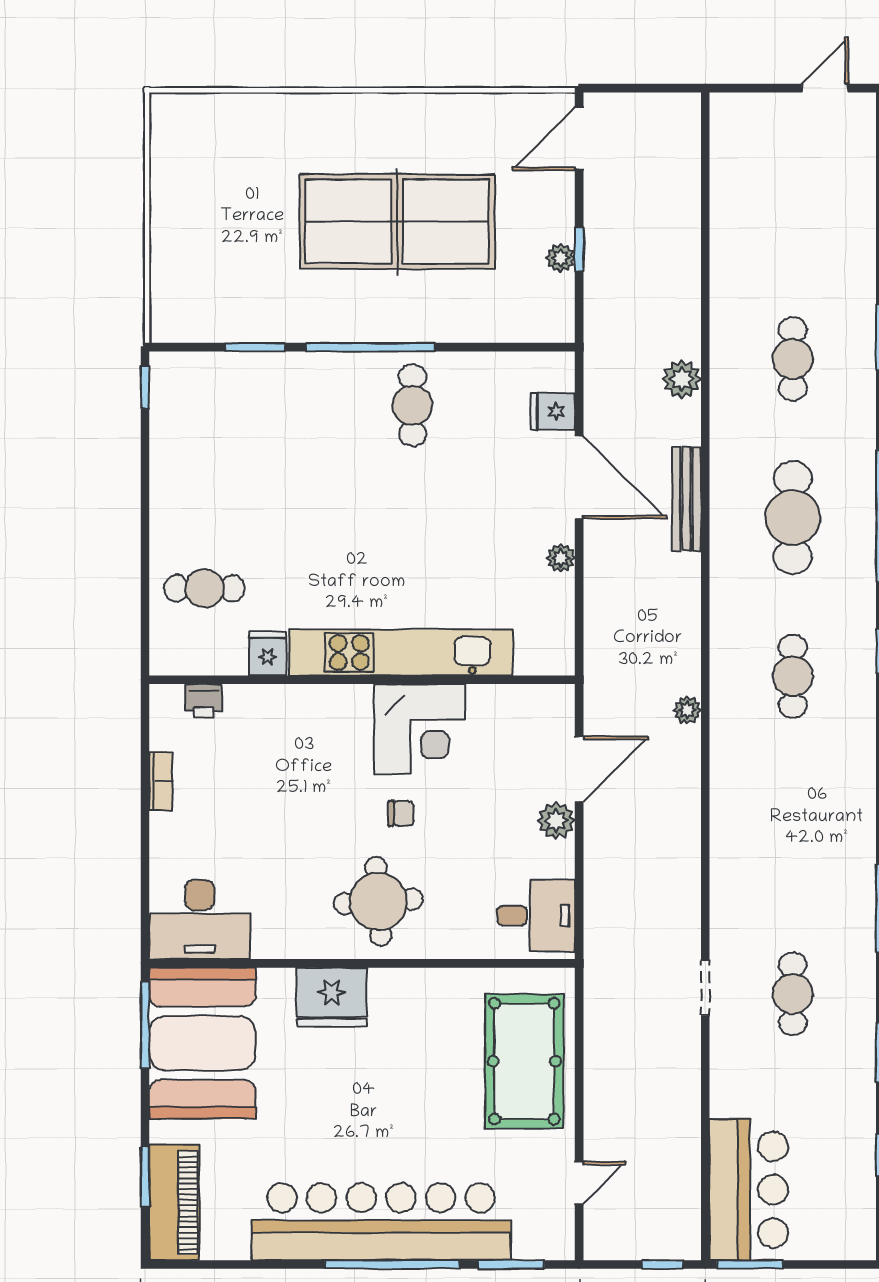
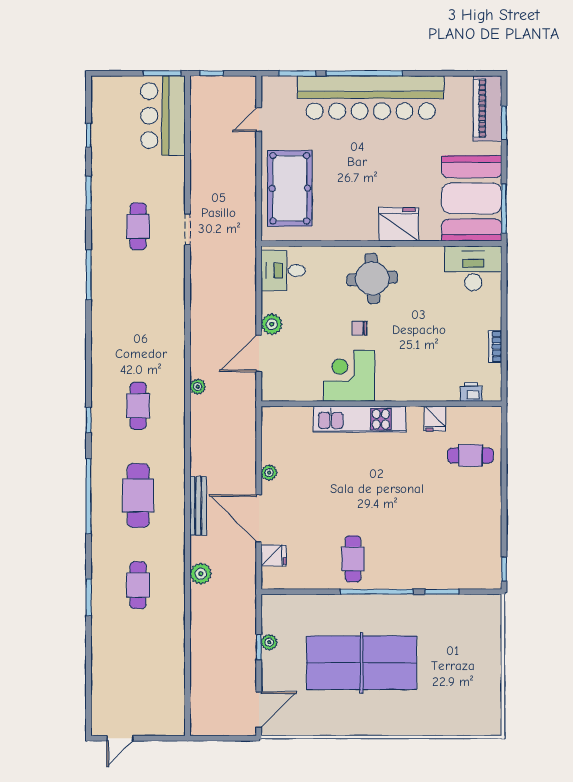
kitchen unit: (401, 652) -> (360, 419), width x0.73

